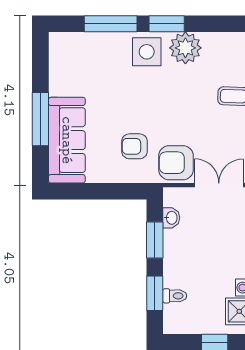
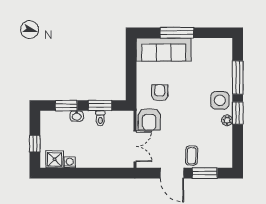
plant: (185, 48) -> (227, 120), width x0.53, depth x0.53
armchair: (176, 163) -> (149, 119), turned 180
washbasin: (171, 218) -> (77, 116), moved
toilet: (175, 296) -> (100, 118), moved

